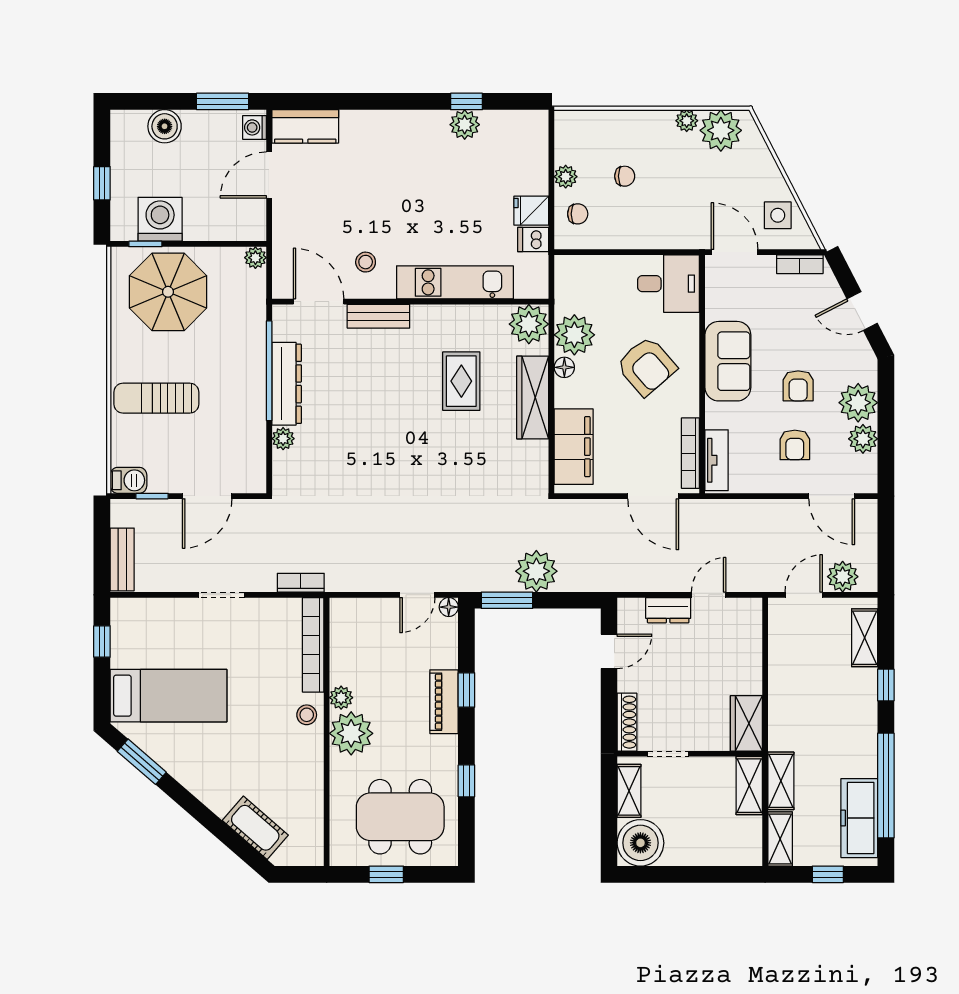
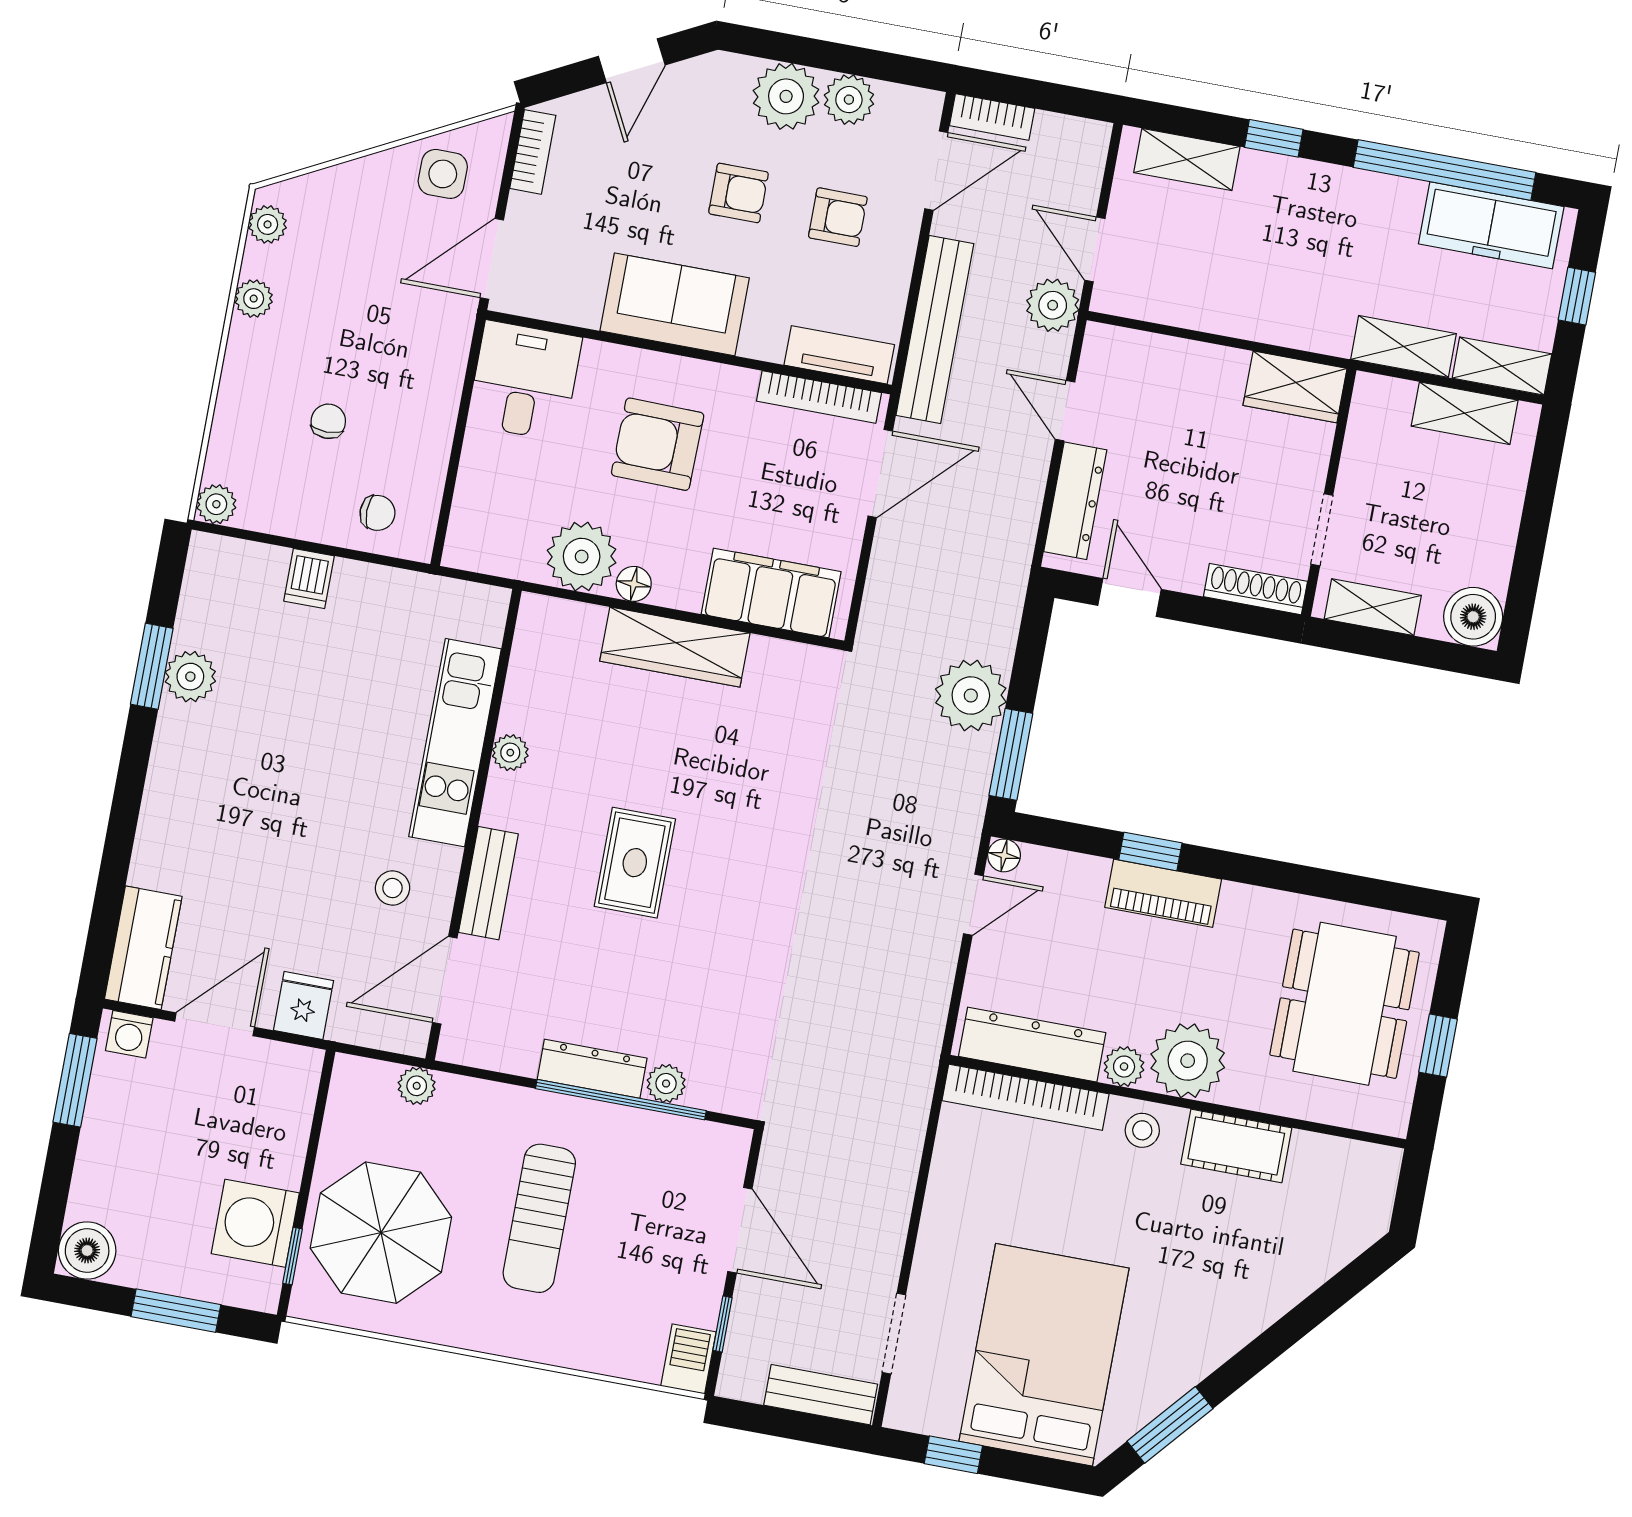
window: (467, 101) -> (152, 666), width x1.50
boiler: (165, 126) -> (87, 1251), moved
plant: (721, 130) -> (268, 224), width x0.53, depth x0.53
door: (269, 175) -> (215, 1024), swing flipped
plant: (566, 177) -> (216, 504), moved
window: (102, 183) -> (176, 1311), width x1.50
fridge: (531, 211) -> (304, 1005), moved, turned 180
chair: (578, 214) -> (377, 513), turned 90
dishwasher: (533, 239) -> (309, 578), moved
plant: (255, 258) -> (417, 1086), moved
plant: (529, 324) -> (510, 753), moved, width x0.53, depth x0.53
armchair: (646, 366) -> (658, 444), turned -138
window: (269, 371) -> (621, 1100), moved
rug: (461, 381) -> (635, 863), moved, turned 90
dresser: (287, 384) -> (592, 1069), width x0.73, depth x0.80
sun lounger: (156, 398) -> (539, 1218), moved
bench: (741, 512) -> (935, 329), added
plant: (843, 577) -> (1053, 305), moved
bookcase: (301, 583) -> (992, 117), moved, turned -90
doorway: (222, 595) -> (894, 1334), moved
door: (417, 595) -> (973, 905), hinge flipped
dresser: (668, 610) -> (1075, 501), width x1.44
dresser: (344, 643) -> (1032, 1045), added
bed: (168, 696) -> (1044, 1355), width x1.50
window: (466, 781) -> (1305, 880), removed
shelving: (749, 786) -> (1465, 413), moved
cot: (255, 828) -> (1236, 1146), moved, turned 49
boiler: (640, 843) -> (1473, 617), width x0.73, depth x0.73

